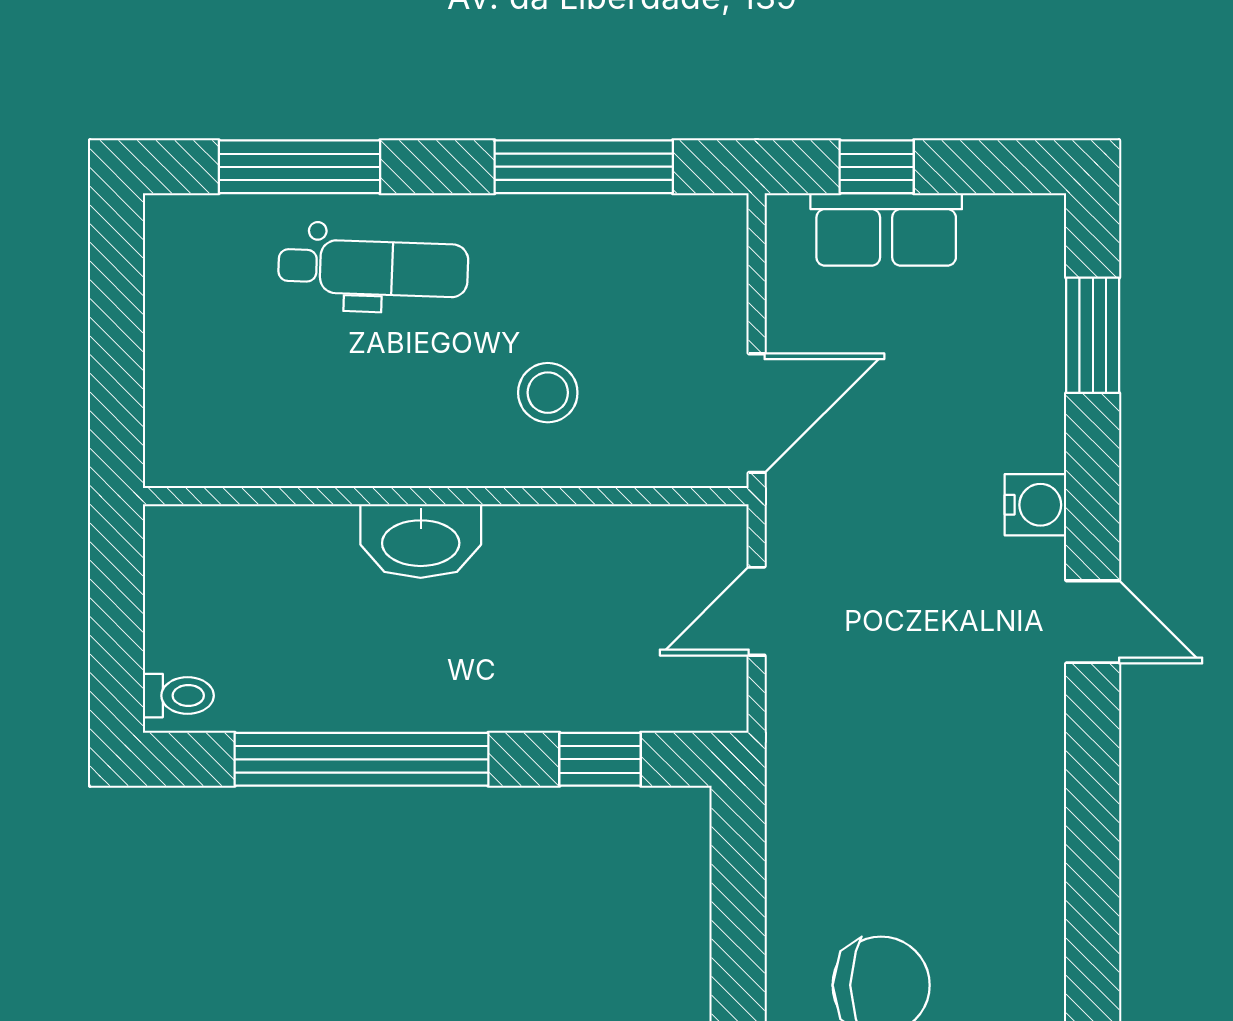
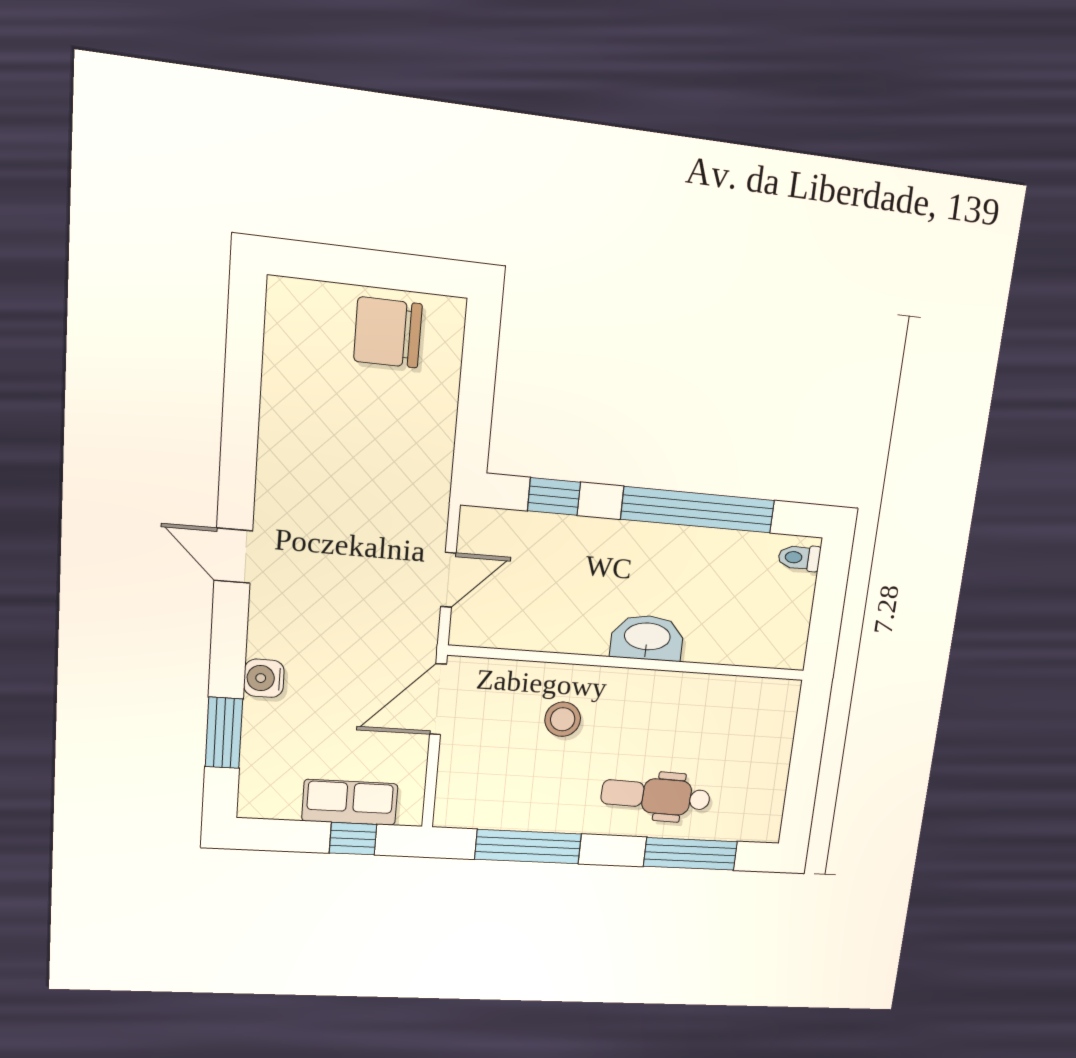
water cooler: (1035, 505) -> (264, 678), moved

